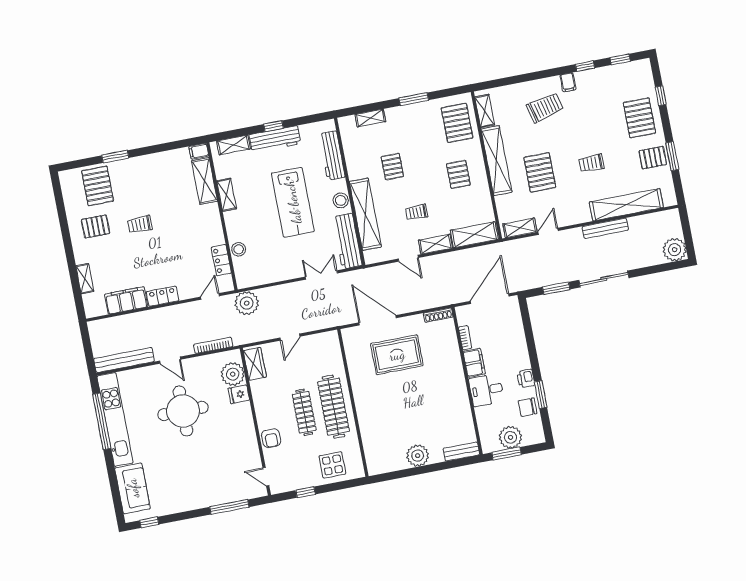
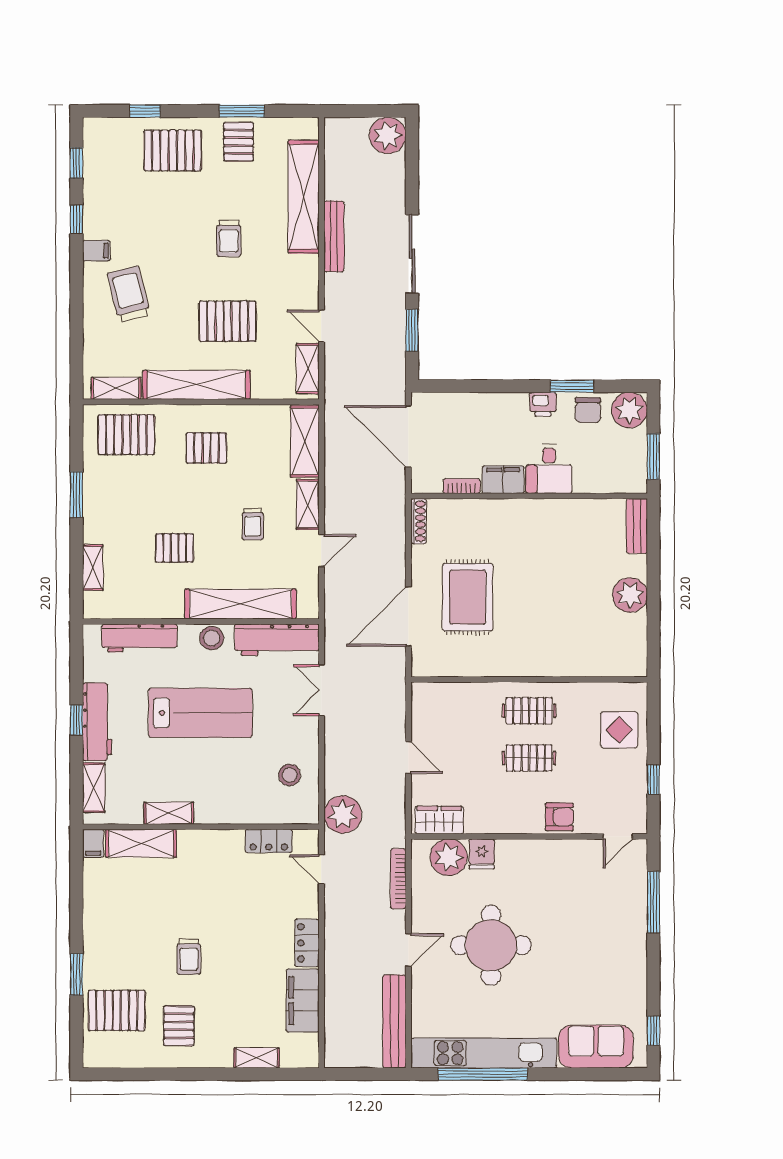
stool: (239, 249) -> (290, 775), moved
clothes rail: (333, 407) -> (529, 711), width x0.54, depth x0.76
clothes rail: (304, 412) -> (529, 758), width x0.73
plant: (510, 437) -> (629, 410), moved

